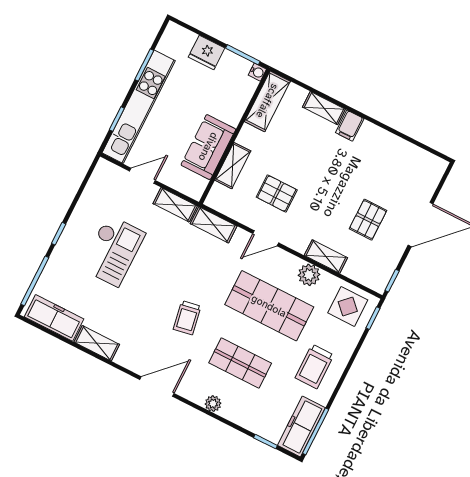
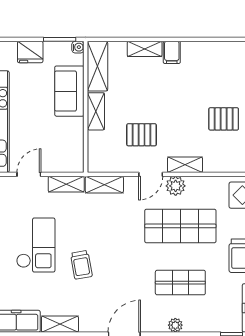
sofa: (208, 147) -> (69, 91), moved
shelving: (233, 166) -> (96, 111), moved
pallet: (368, 220) -> (224, 119), turned 90
shelving: (326, 257) -> (185, 165), moved
plant: (309, 275) -> (176, 186), moved
trolley: (187, 318) -> (81, 265), moved

